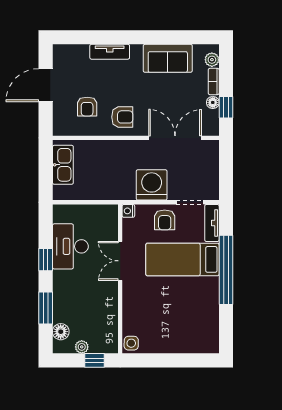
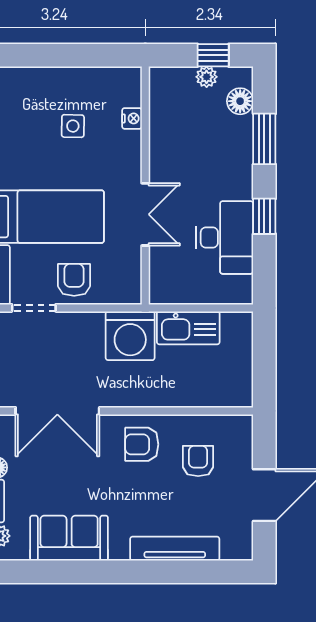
tv unit: (110, 52) -> (175, 549), width x1.41
kitchen sink: (63, 165) -> (188, 328), moved, turned -90
washing machine: (152, 185) -> (130, 336), moved
nightstand: (128, 211) -> (132, 118), moved
side table: (131, 343) -> (73, 126), moved
window: (95, 360) -> (213, 55), moved

